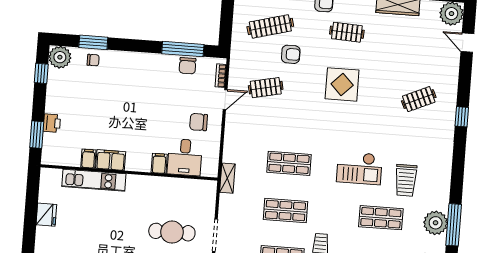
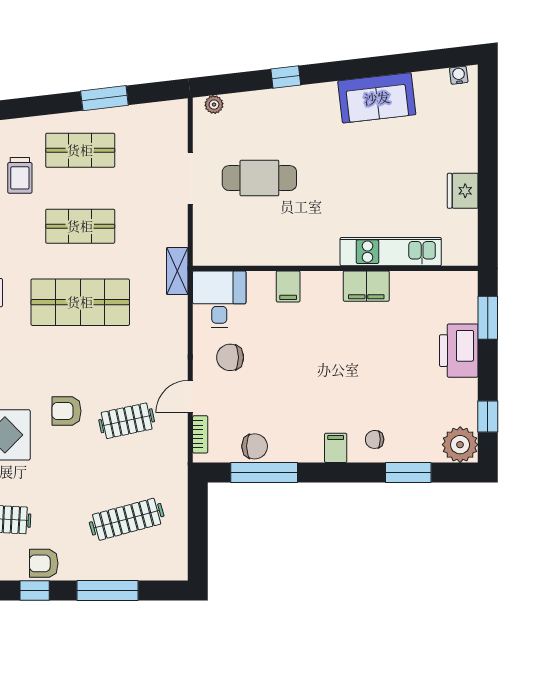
armchair: (291, 54) -> (67, 411), moved
chair: (93, 60) -> (375, 439), moved
chair: (187, 66) -> (255, 446), turned 90
chair: (199, 122) -> (230, 357), turned 180
printer: (52, 123) -> (459, 351), width x1.87, depth x1.48
desk: (185, 157) -> (219, 299), moved
filing cabinet: (88, 159) -> (336, 448), moved, turned 180
shop shelf: (289, 163) -> (80, 302), width x1.43, depth x1.36

